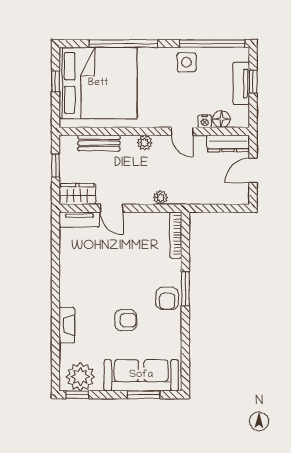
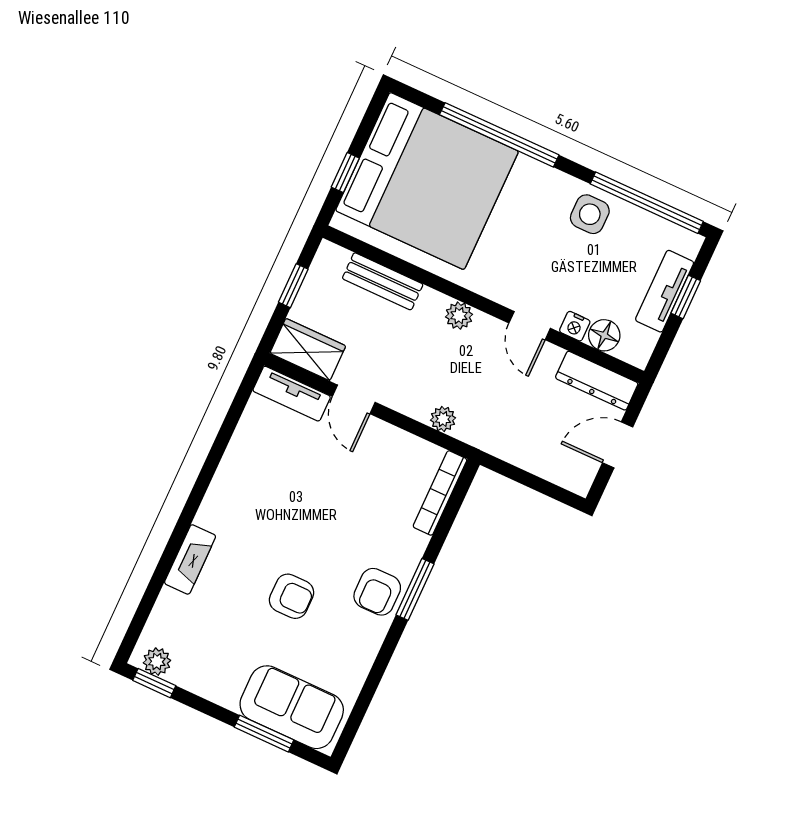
window: (56, 81) -> (345, 173), moved
sofa: (141, 375) -> (292, 707), width x0.73
plant: (80, 377) -> (157, 662), width x0.53, depth x0.53

